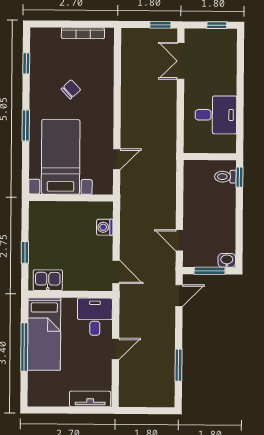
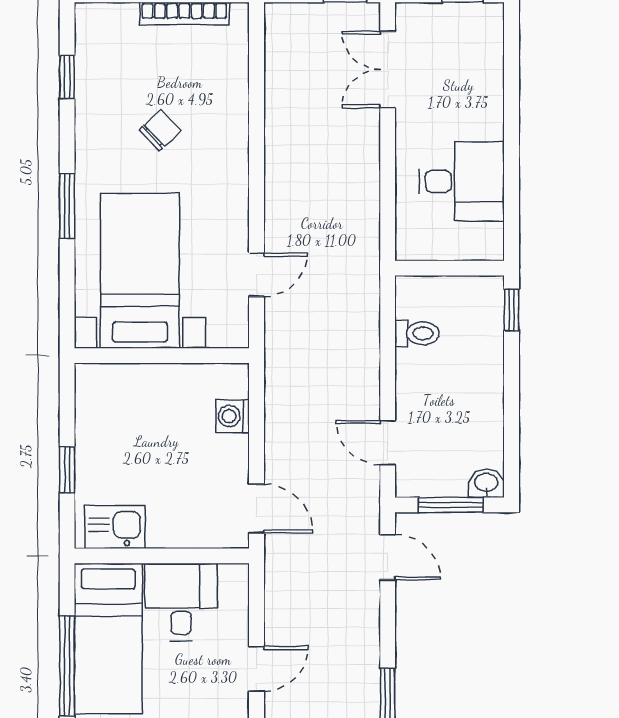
toilet: (225, 177) -> (417, 333), moved, turned 180
door: (179, 296) -> (388, 557), hinge flipped
desk: (95, 317) -> (181, 602), moved

